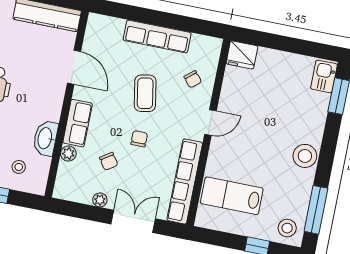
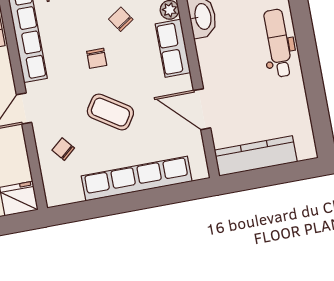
row of seats: (157, 36) -> (137, 179), width x1.36
coffee table: (145, 93) -> (110, 112), turned -47

